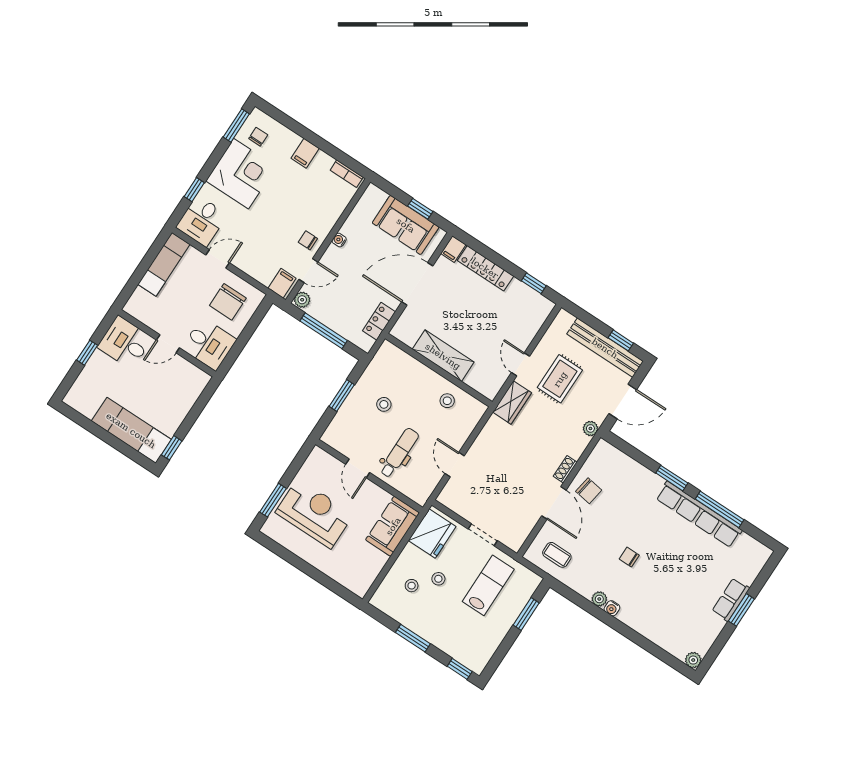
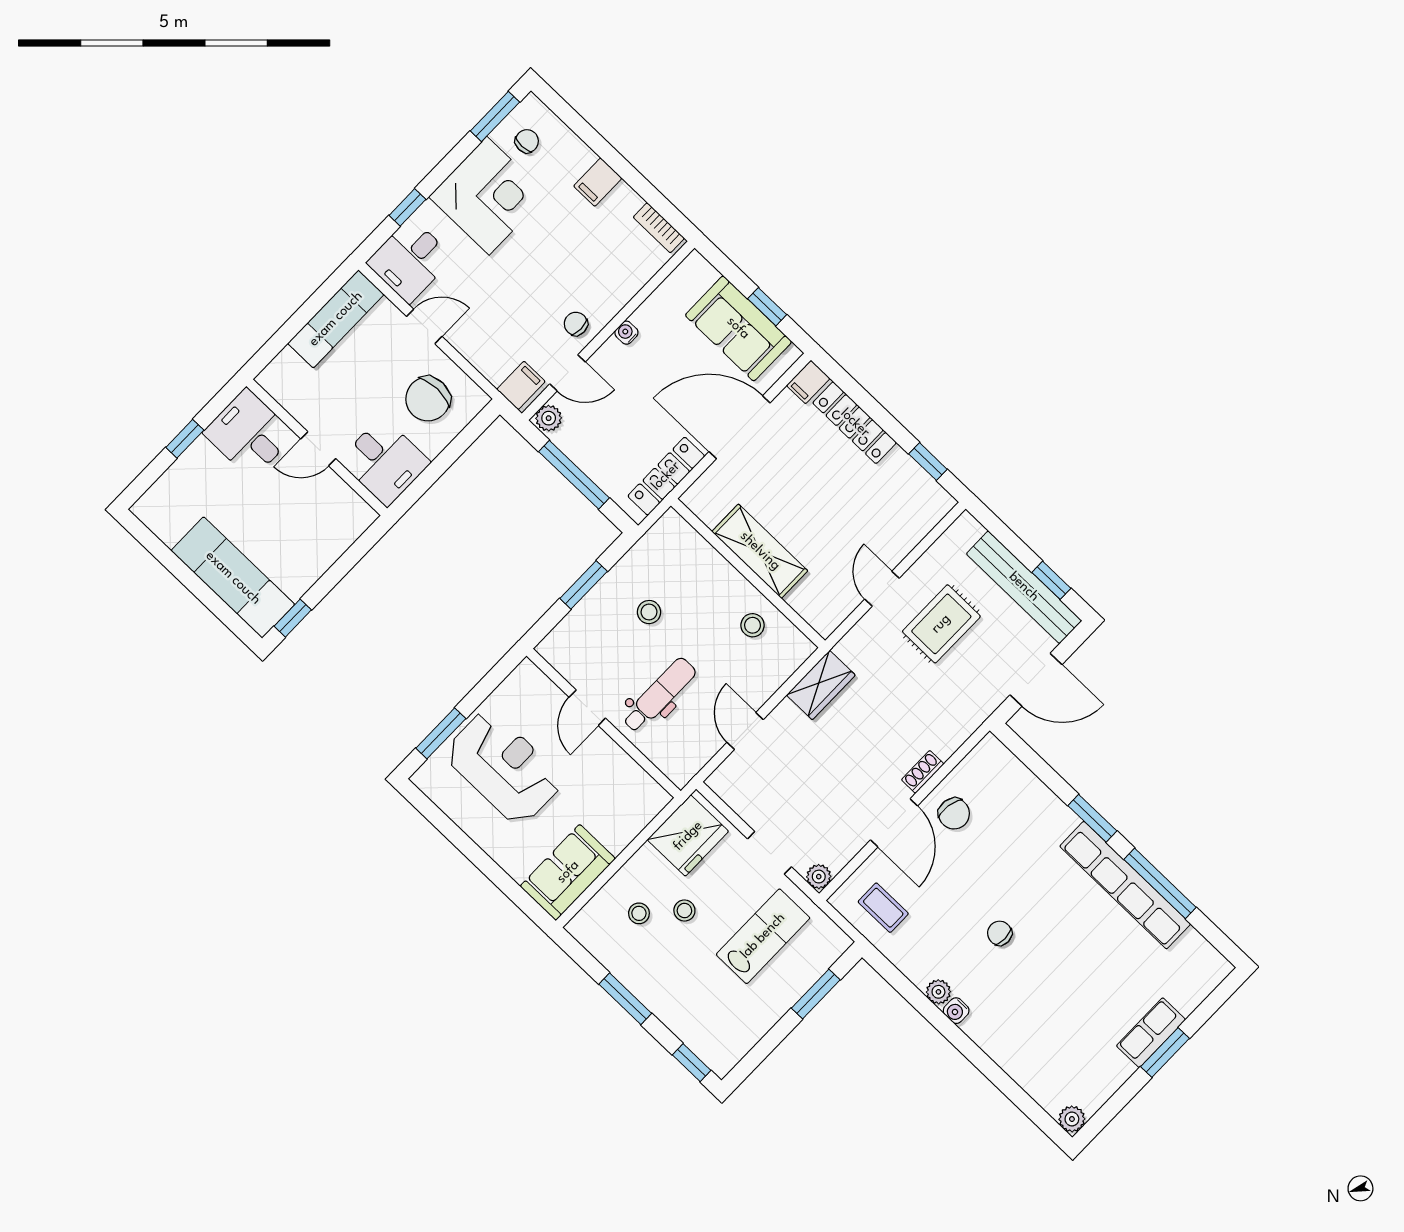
locker: (379, 321) -> (666, 476), width x1.53
wardrobe: (512, 402) -> (821, 685), moved
plant: (590, 428) -> (819, 877), moved
sofa: (393, 526) -> (568, 872), moved

